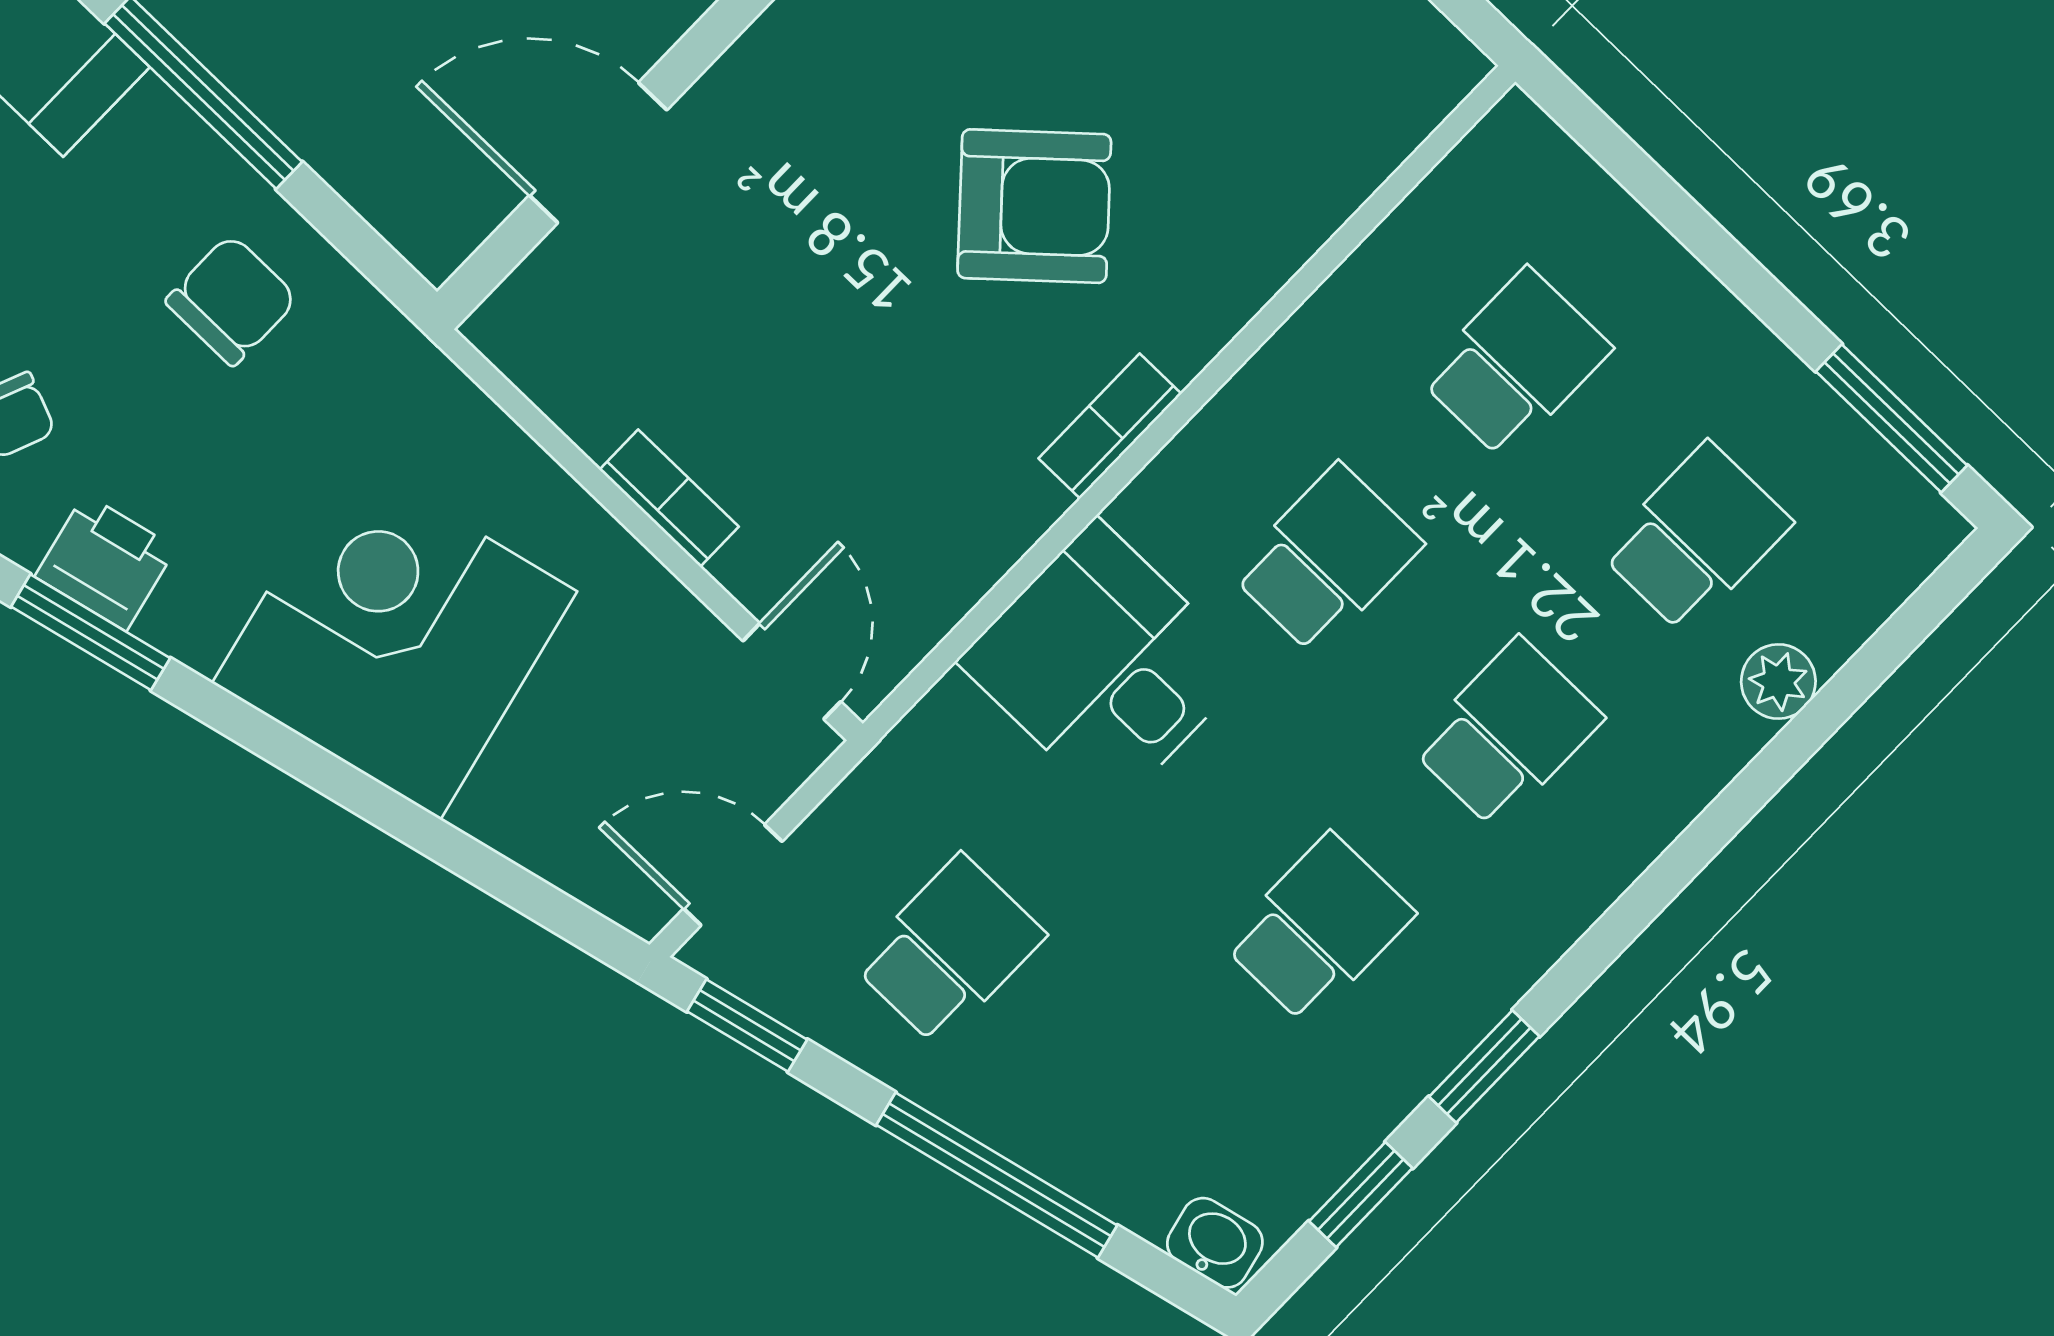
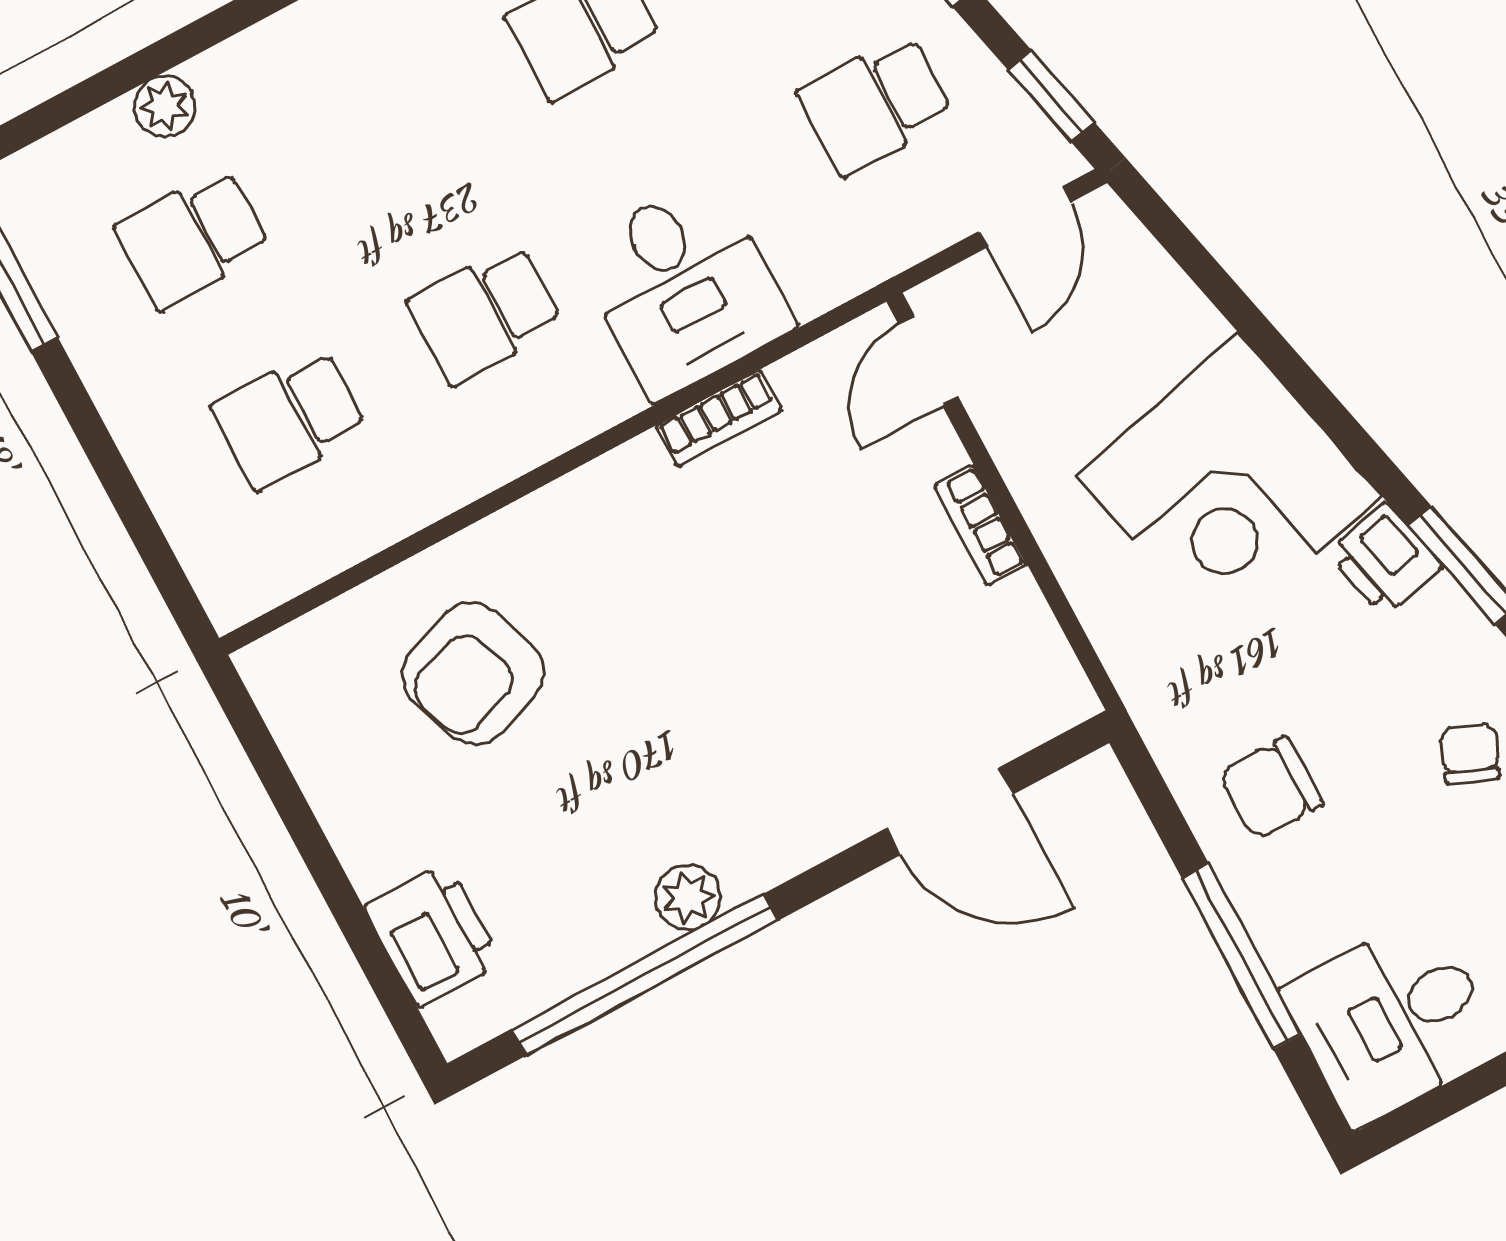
armchair: (1034, 206) -> (473, 674), moved, turned -68
bookcase: (1110, 426) -> (719, 418), moved
printer: (105, 562) -> (1385, 560), moved
school desk: (1507, 733) -> (388, 134), removed
door: (733, 875) -> (1025, 217), hinge flipped

